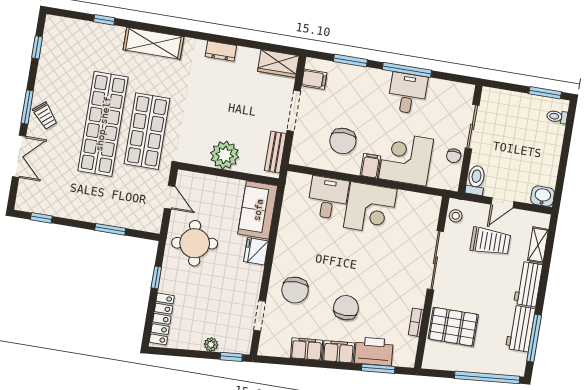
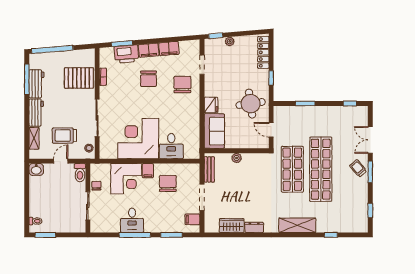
wardrobe: (278, 64) -> (232, 225), moved
plant: (225, 155) -> (237, 158), width x0.53, depth x0.53
corner desk: (370, 208) -> (138, 139), width x1.36, depth x1.36

